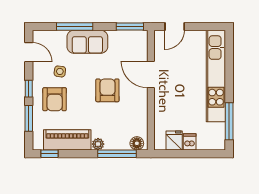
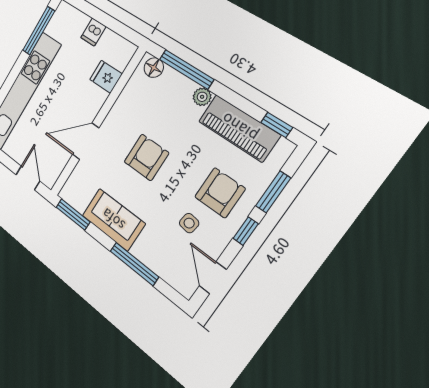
door: (175, 26) -> (28, 178), hinge flipped
sofa: (87, 42) -> (113, 220), moved
door: (151, 75) -> (86, 141), swing flipped
armchair: (107, 90) -> (146, 157), turned 180
fridge: (174, 140) -> (106, 77), moved, turned 90

